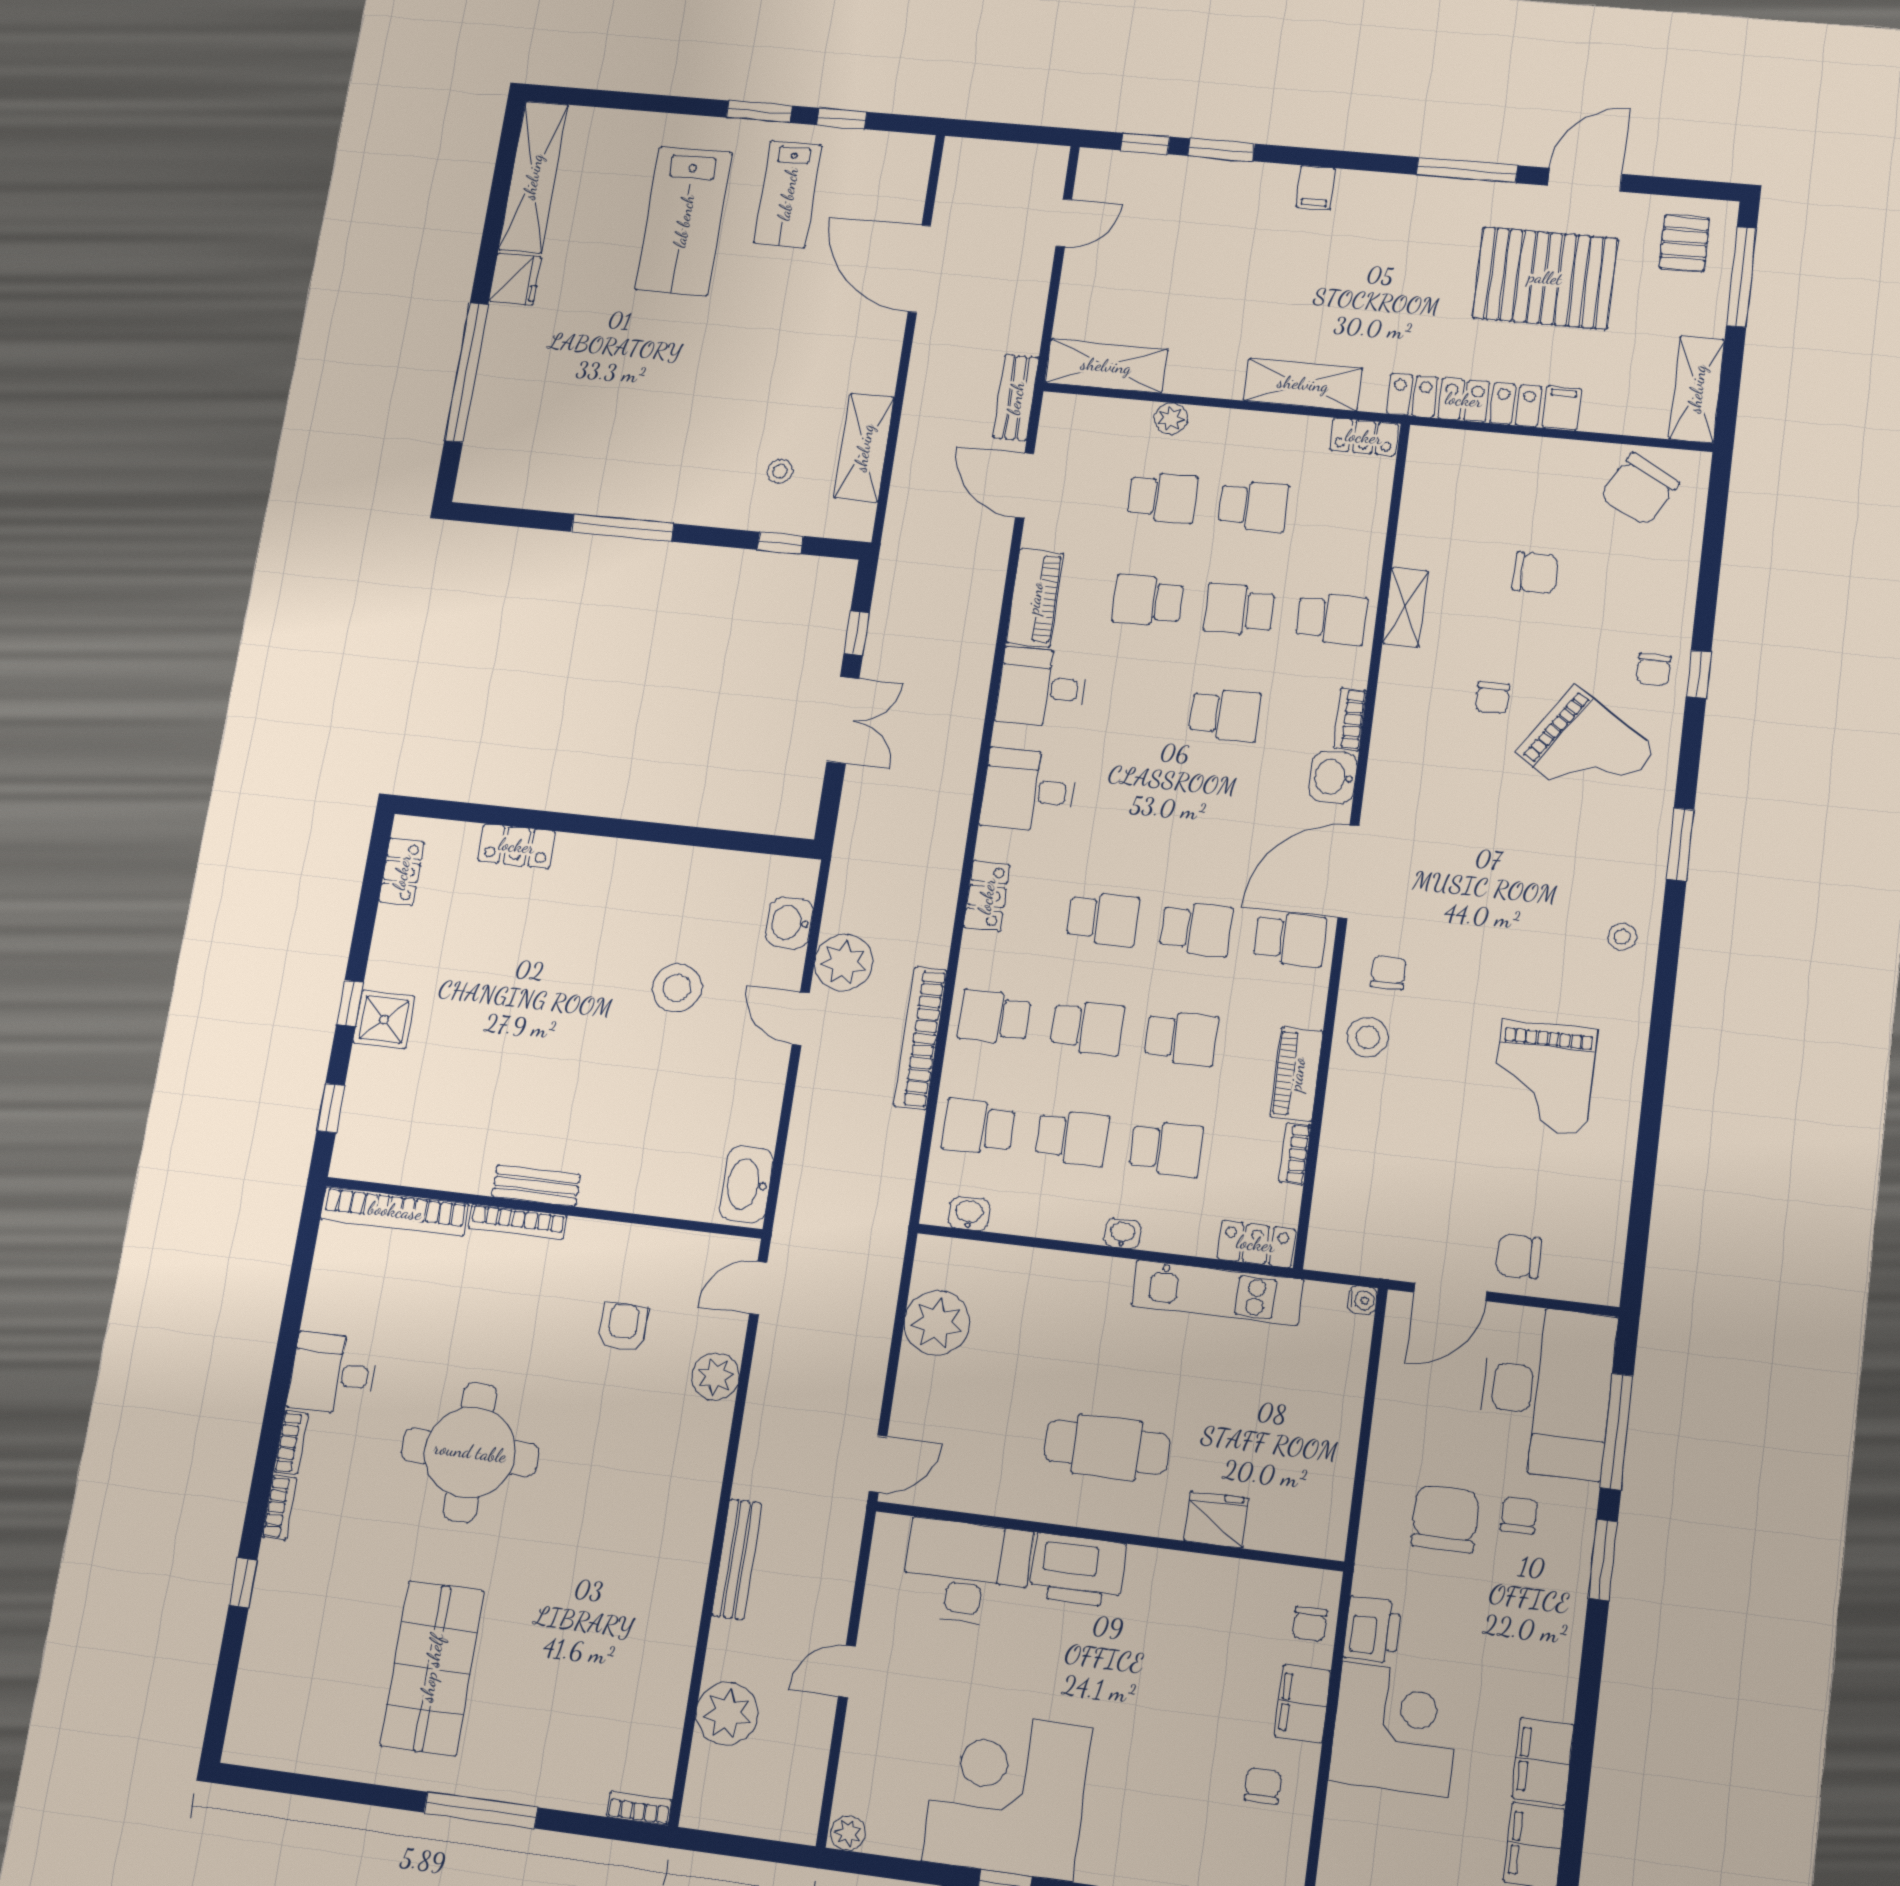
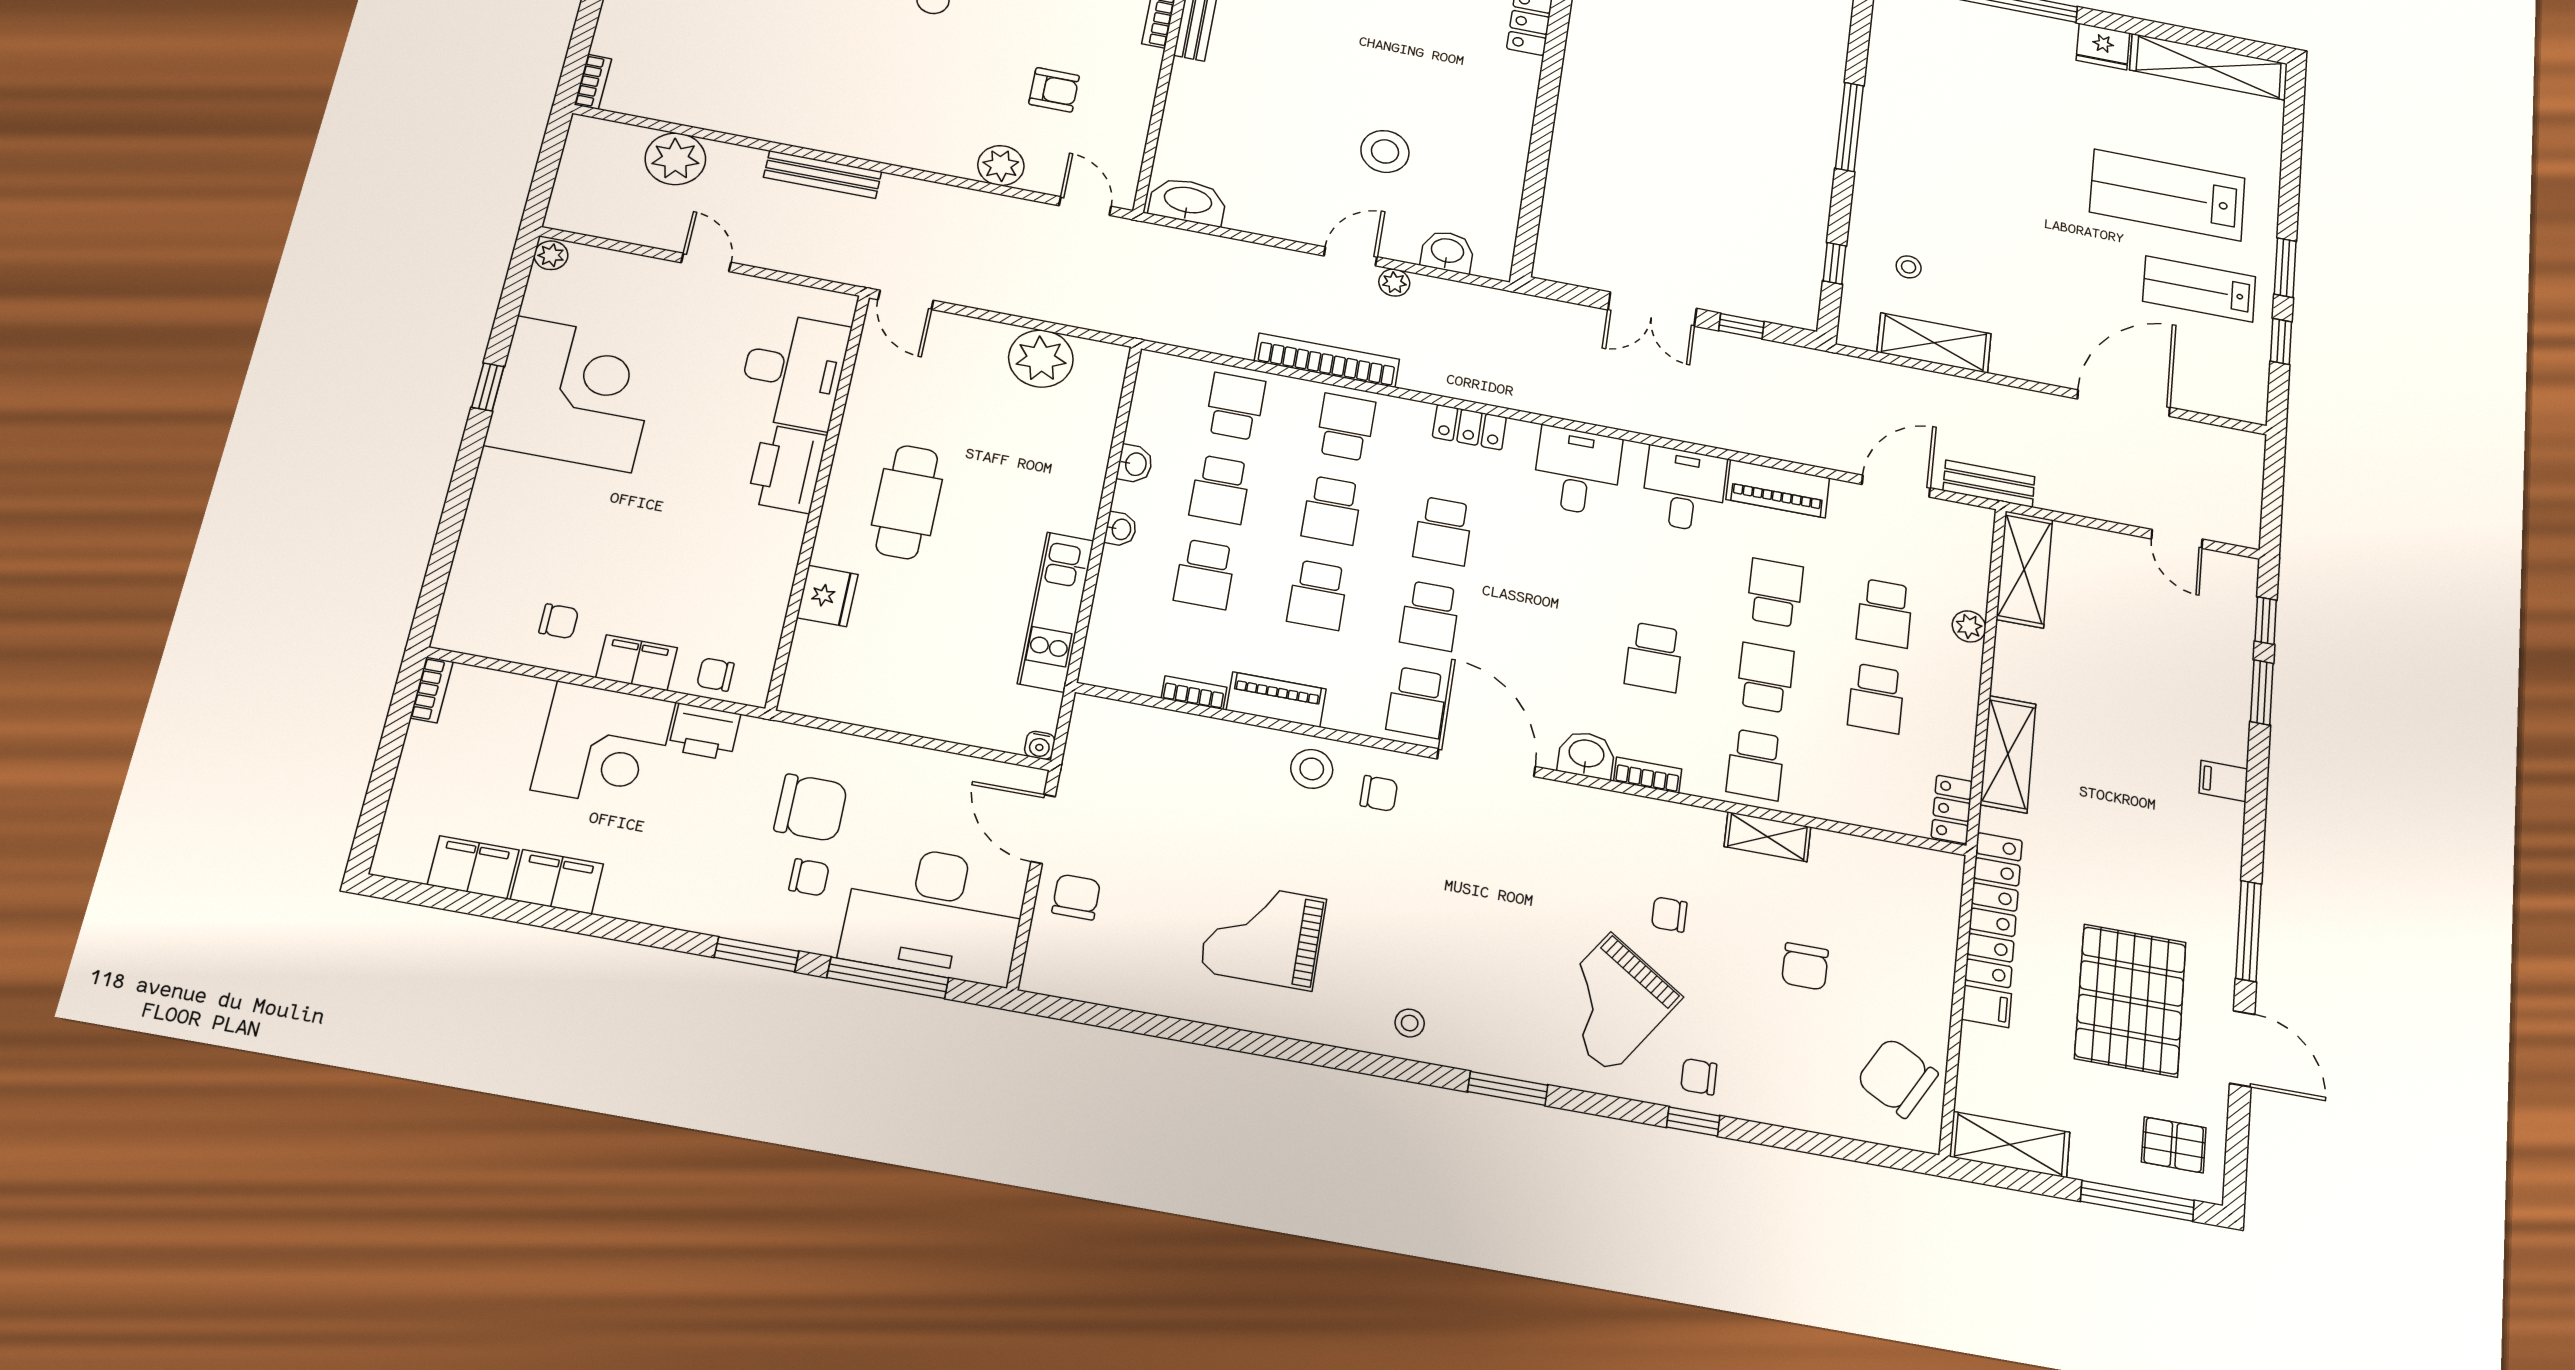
plant: (844, 962) -> (1394, 283), width x0.53, depth x0.53
washbasin: (969, 1214) -> (1135, 464), moved
locker: (1256, 1244) -> (1103, 651), removed

